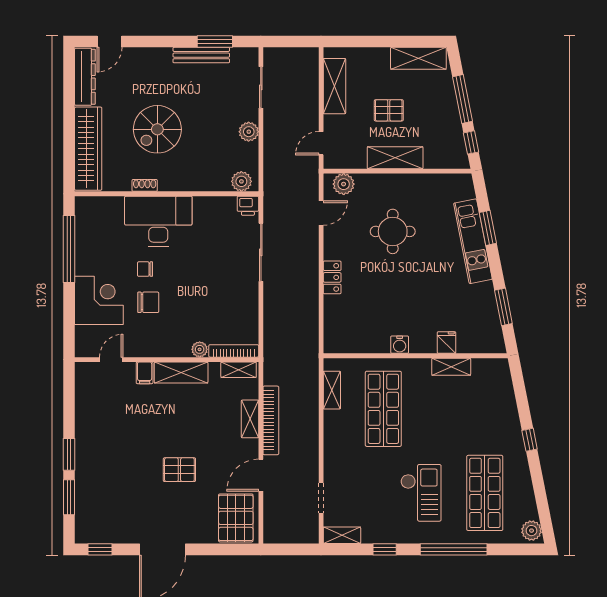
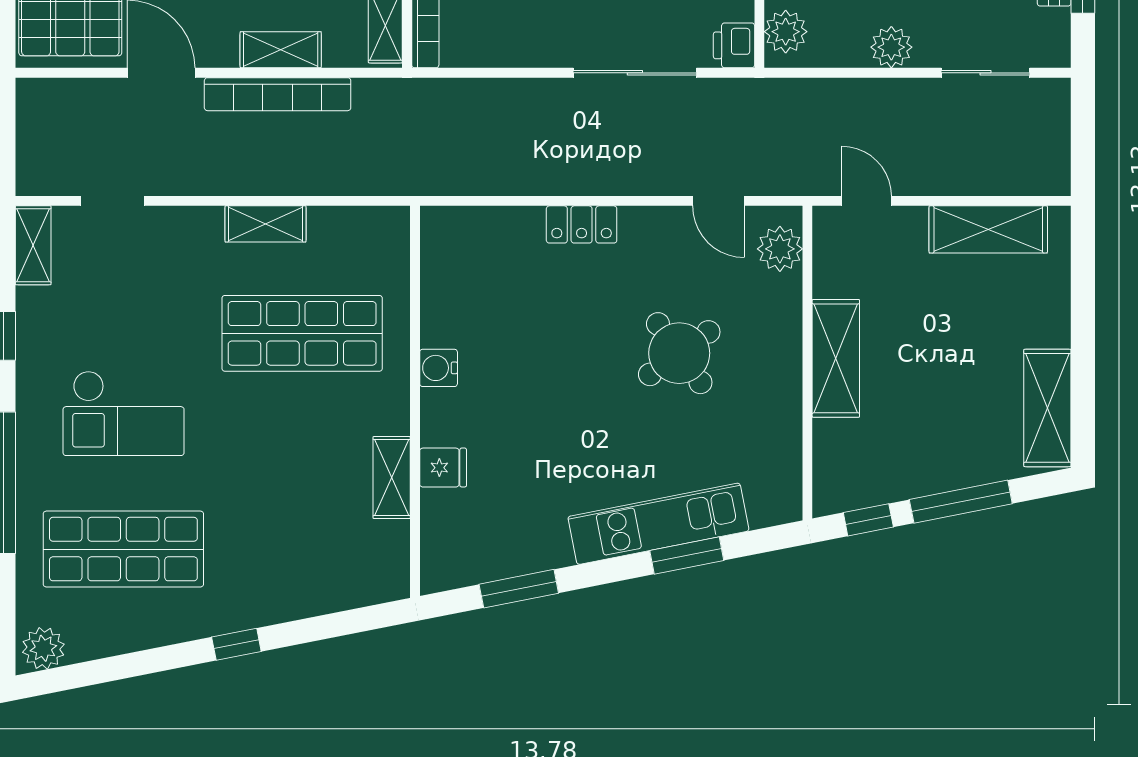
pallet: (389, 110) -> (937, 345), removed
round table: (393, 231) -> (679, 353), turned -36
shelving: (332, 390) -> (266, 224), moved

